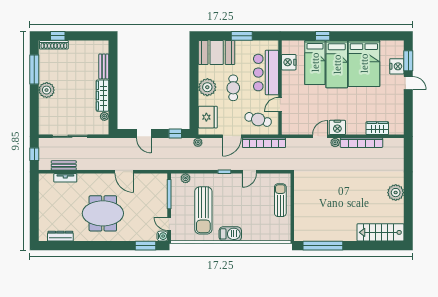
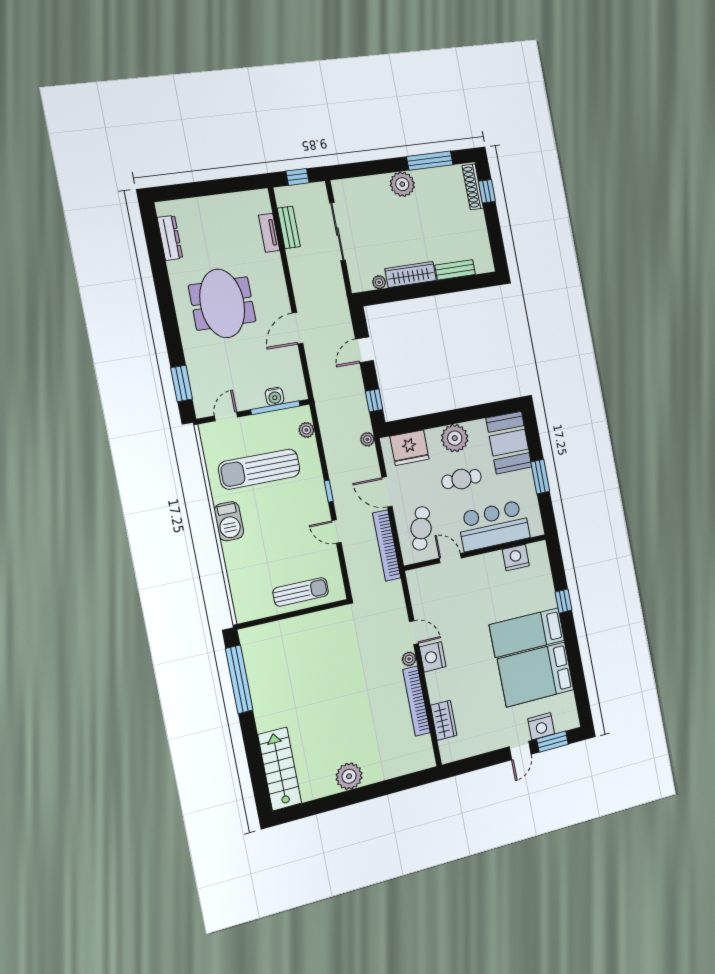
bed: (315, 62) -> (523, 598), removed
water cooler: (162, 236) -> (275, 396), moved

